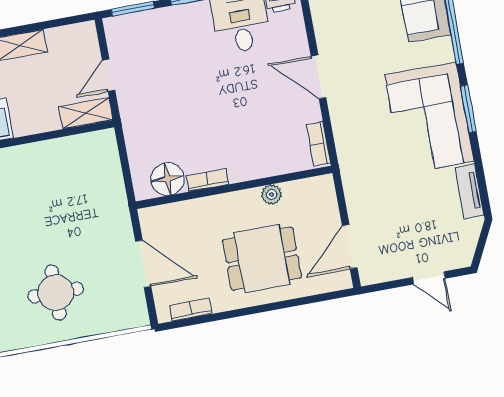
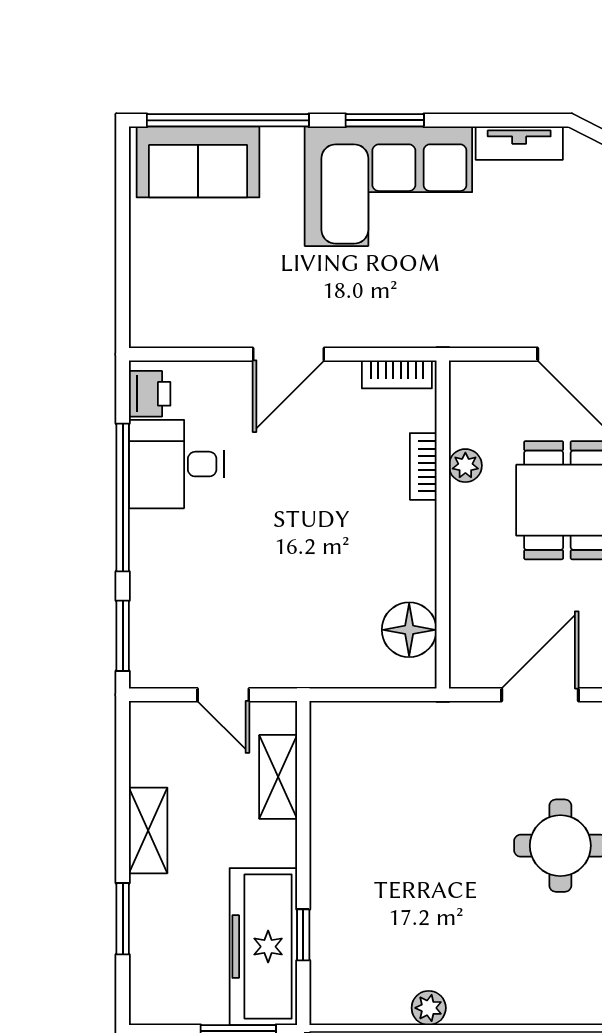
shelving: (86, 113) -> (278, 777), moved
bookcase: (207, 180) -> (423, 466), moved

